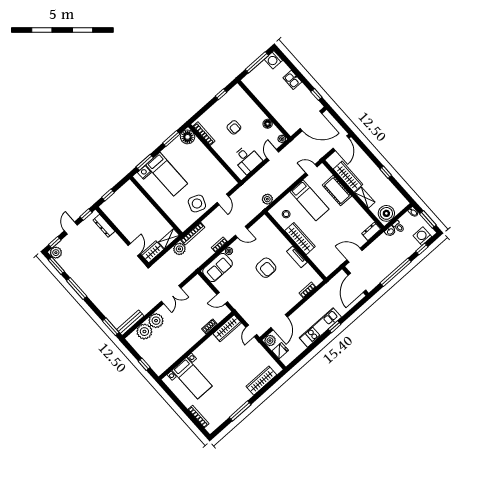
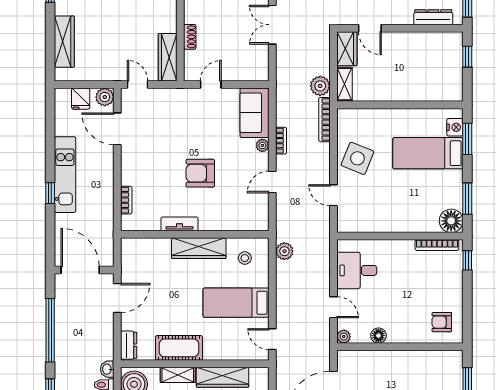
window: (221, 94) -> (467, 260), moved
armchair: (234, 127) -> (442, 322), moved
door: (311, 170) -> (272, 339), swing flipped
cot: (337, 191) -> (179, 348), moved

